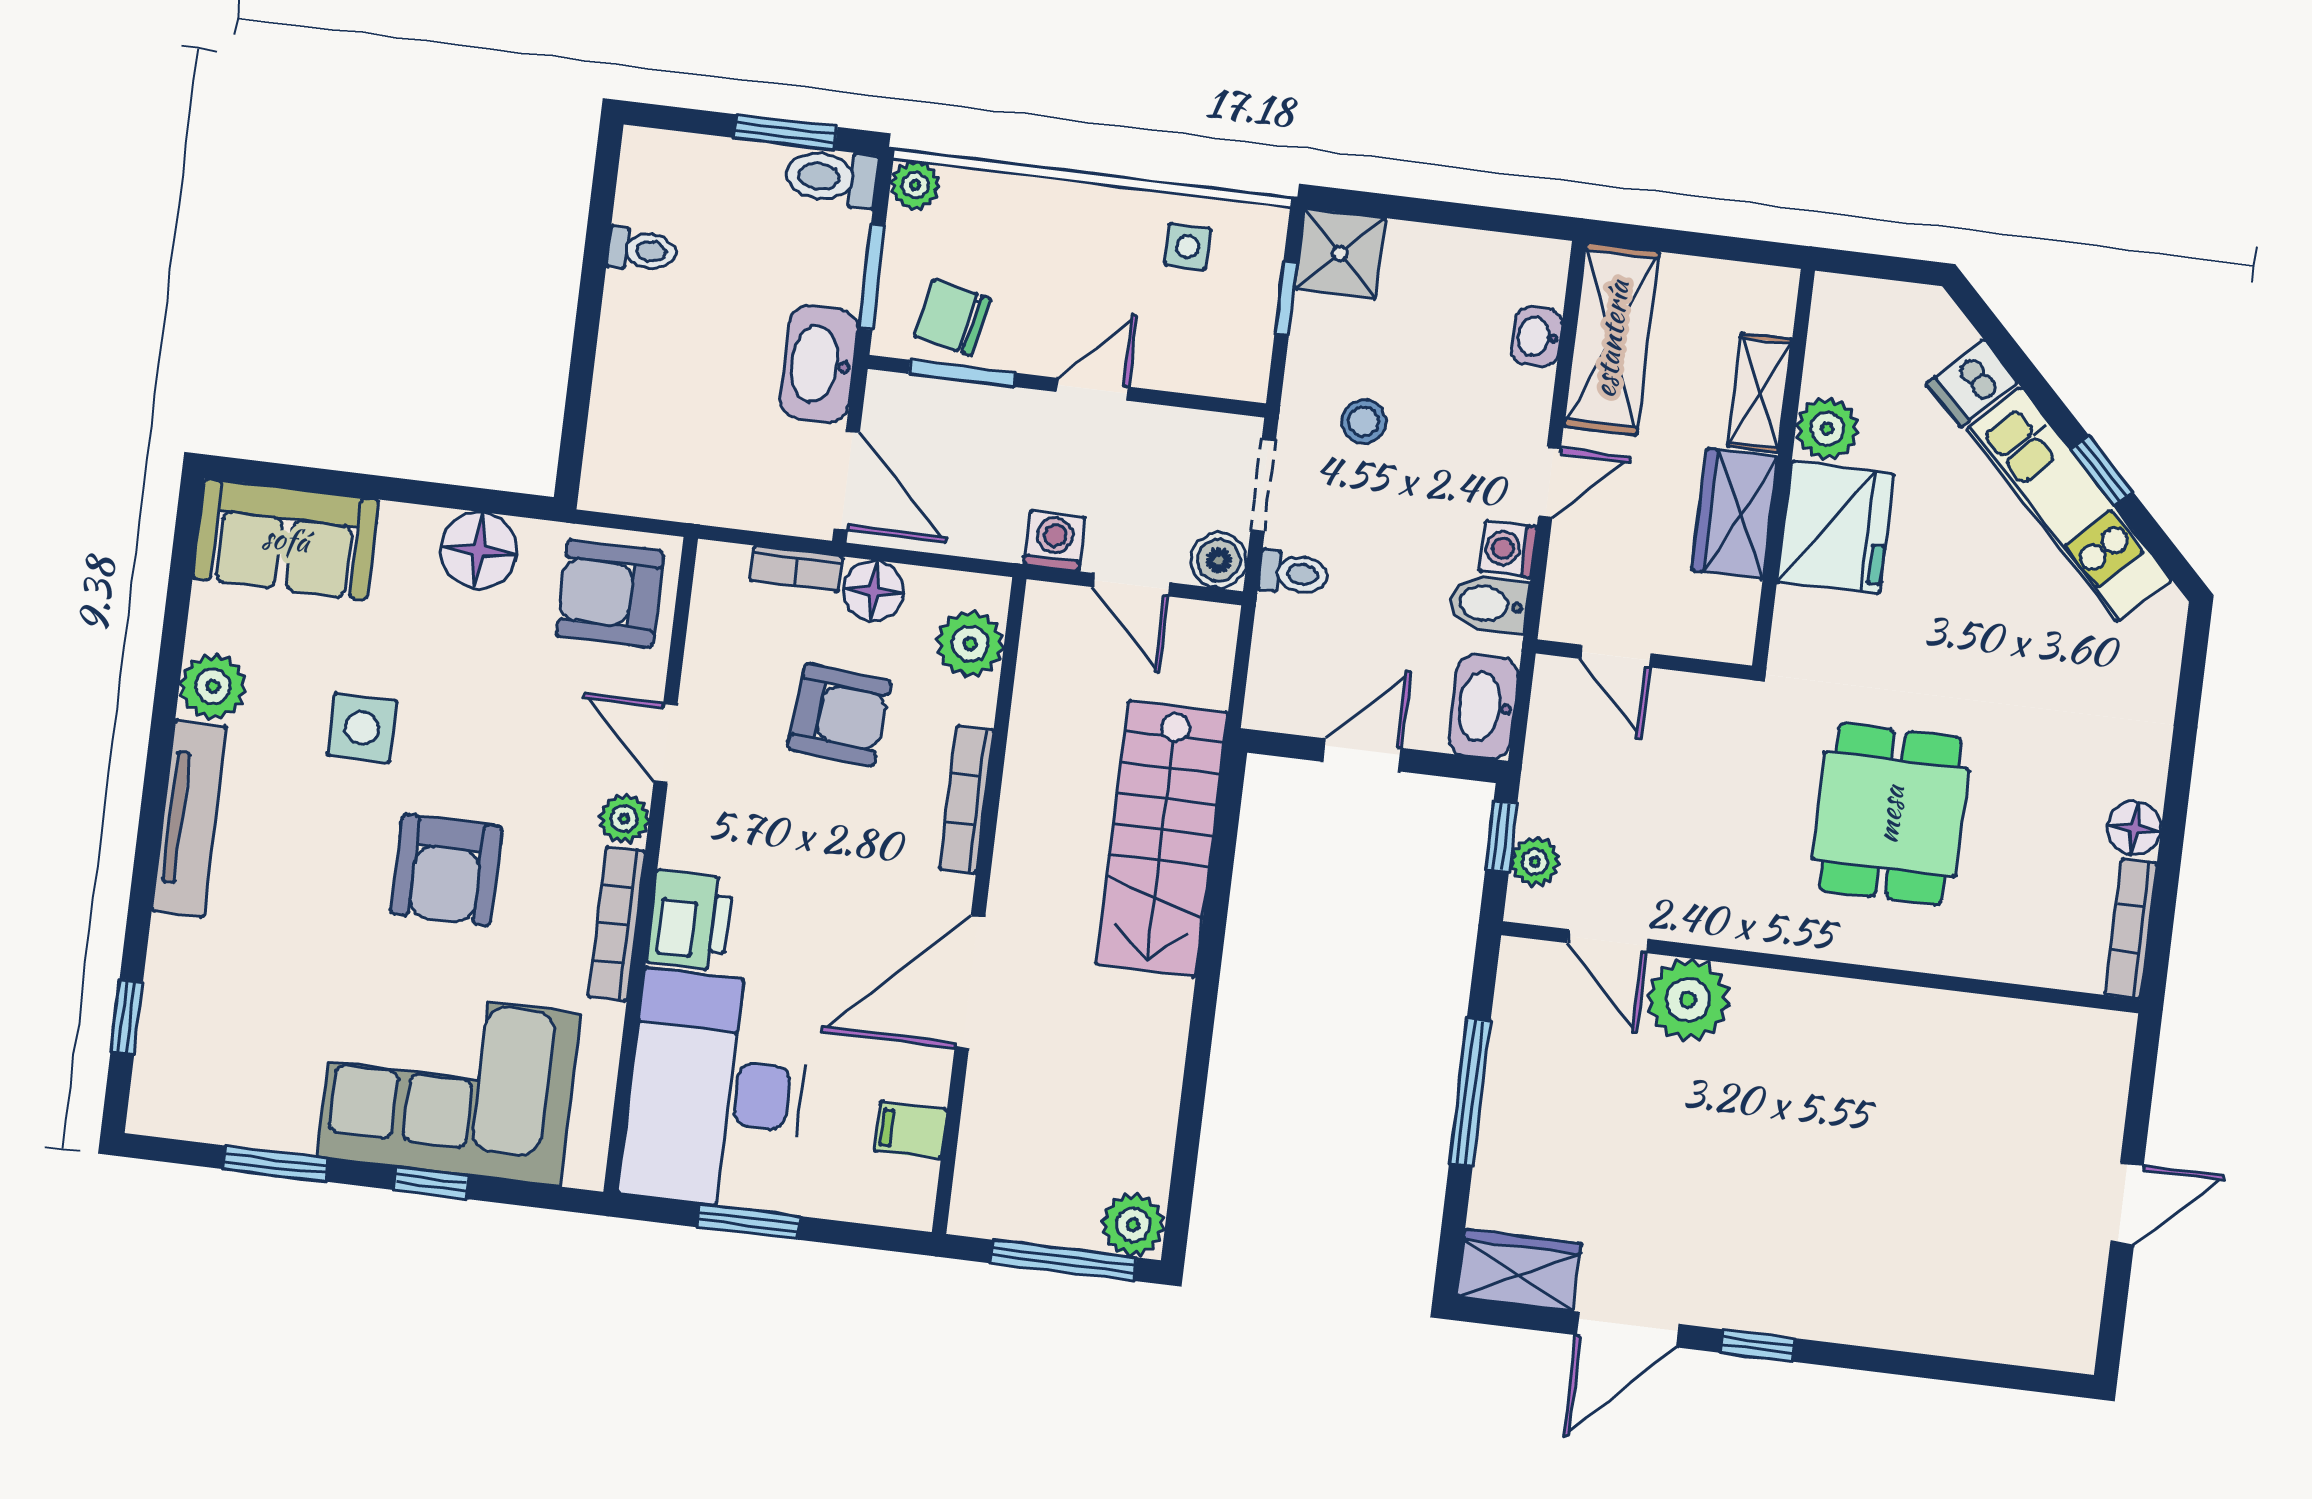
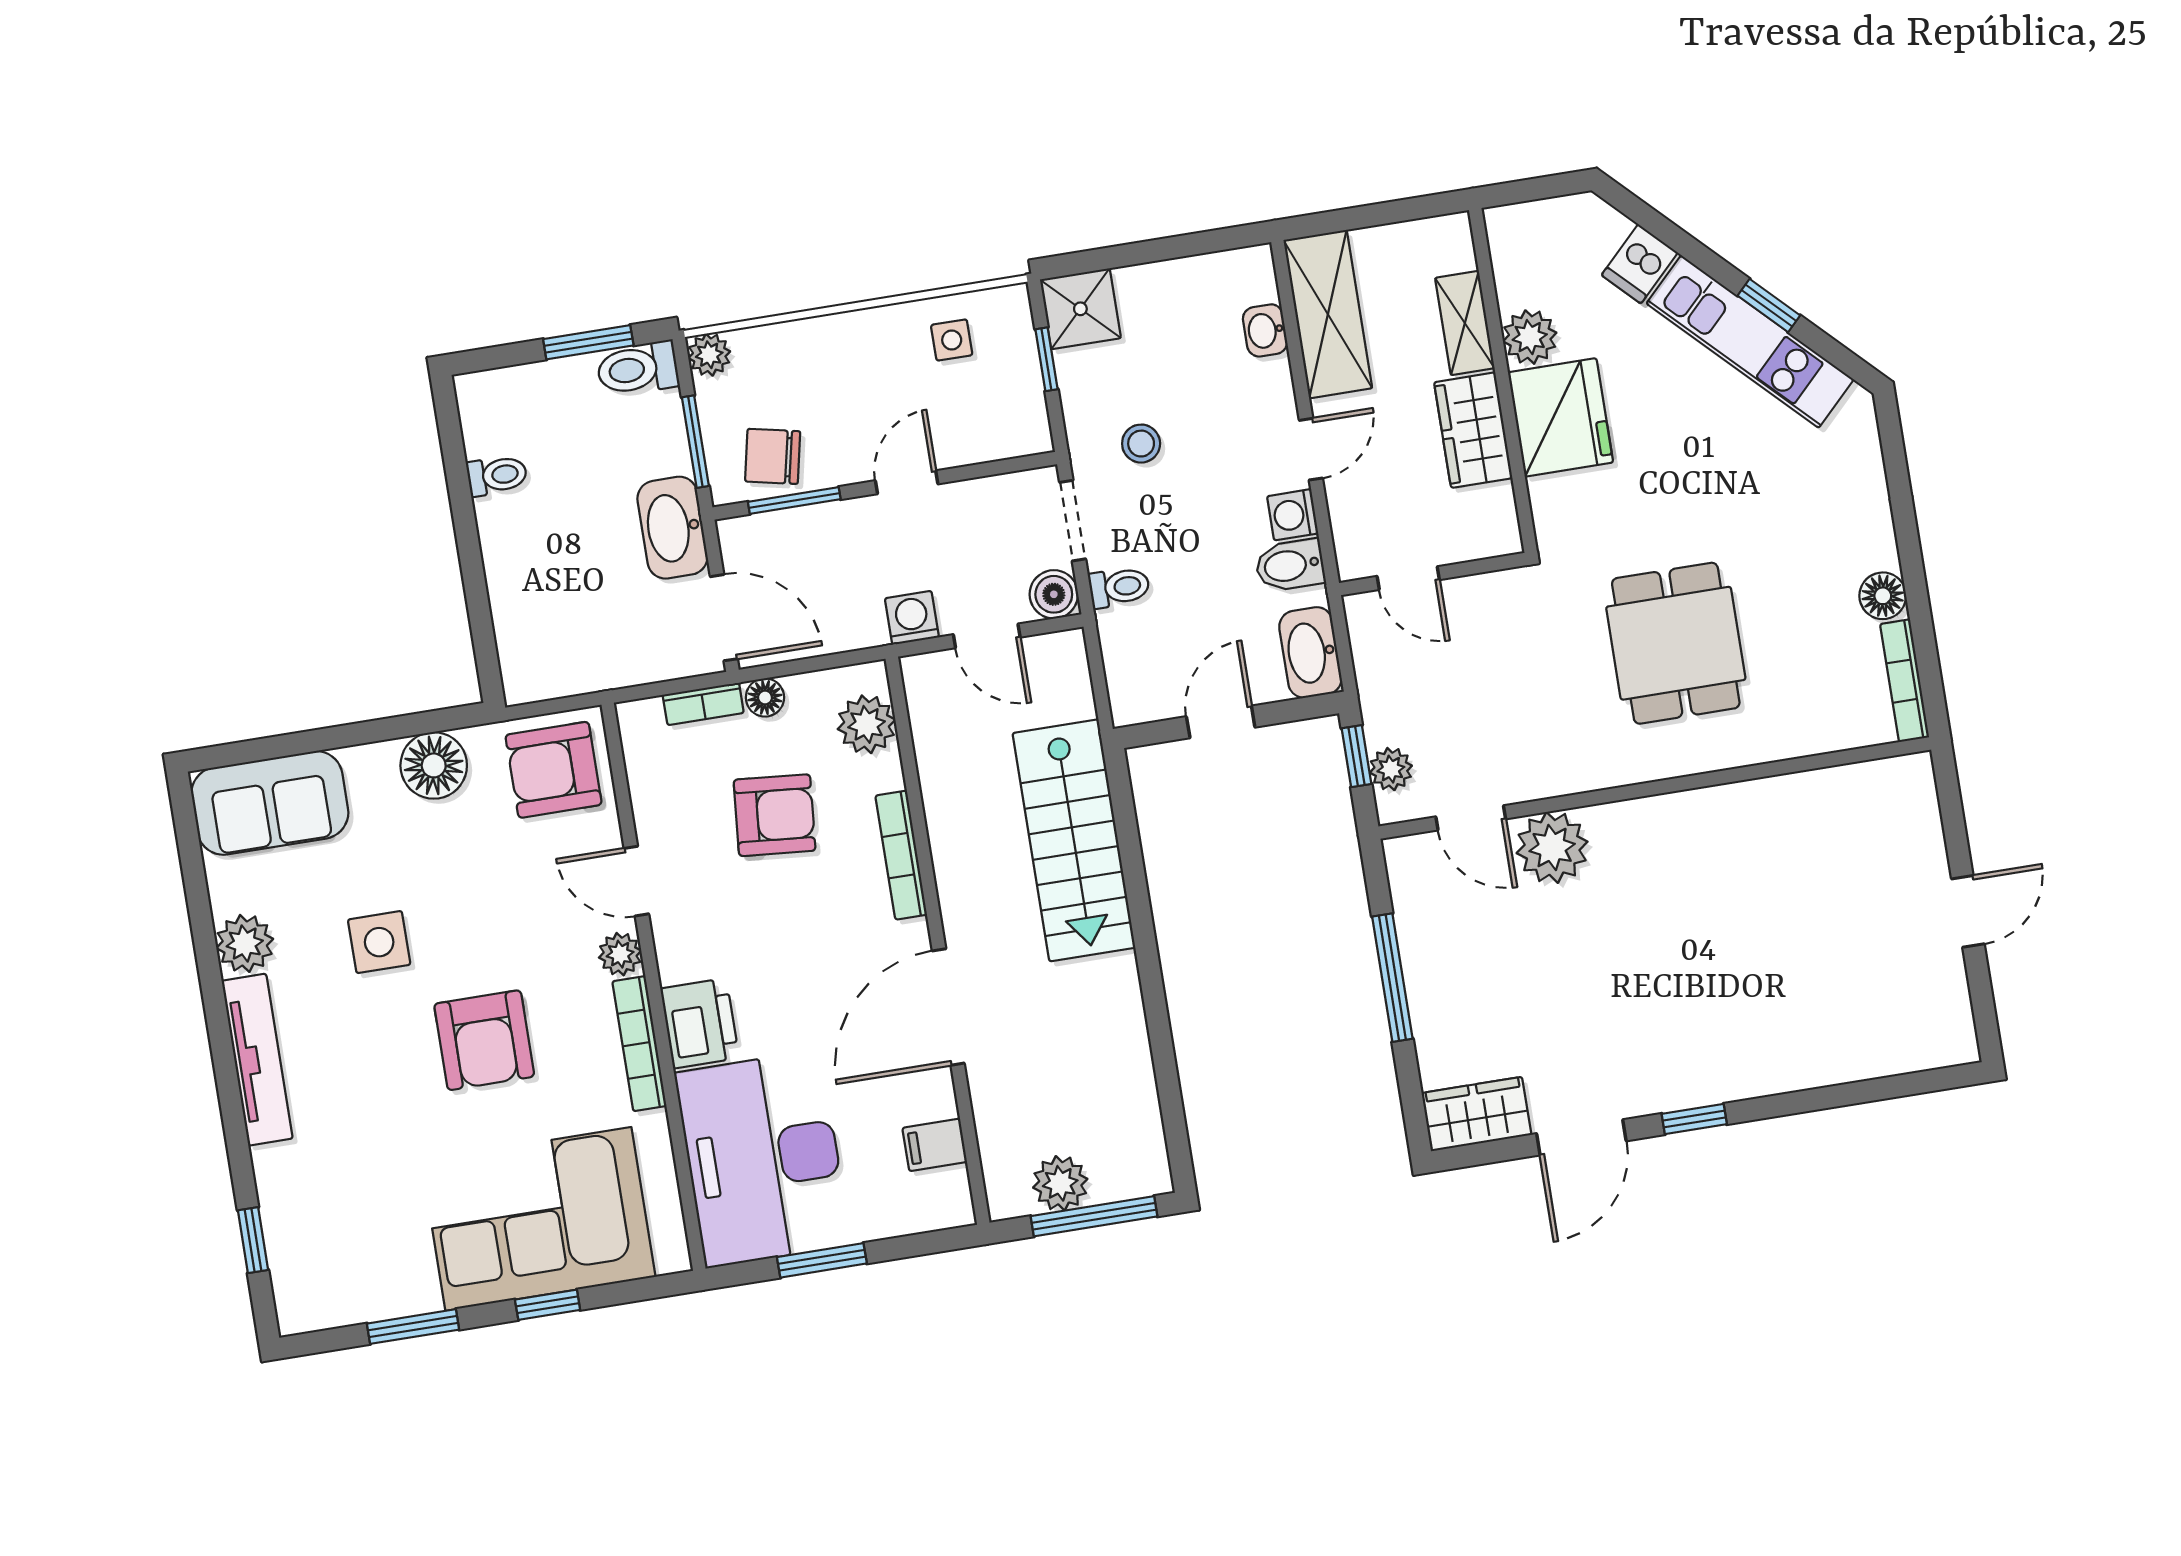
floor lamp: (874, 591) -> (765, 697), width x0.73, depth x0.73
plant: (1133, 1225) -> (1060, 1183), moved

